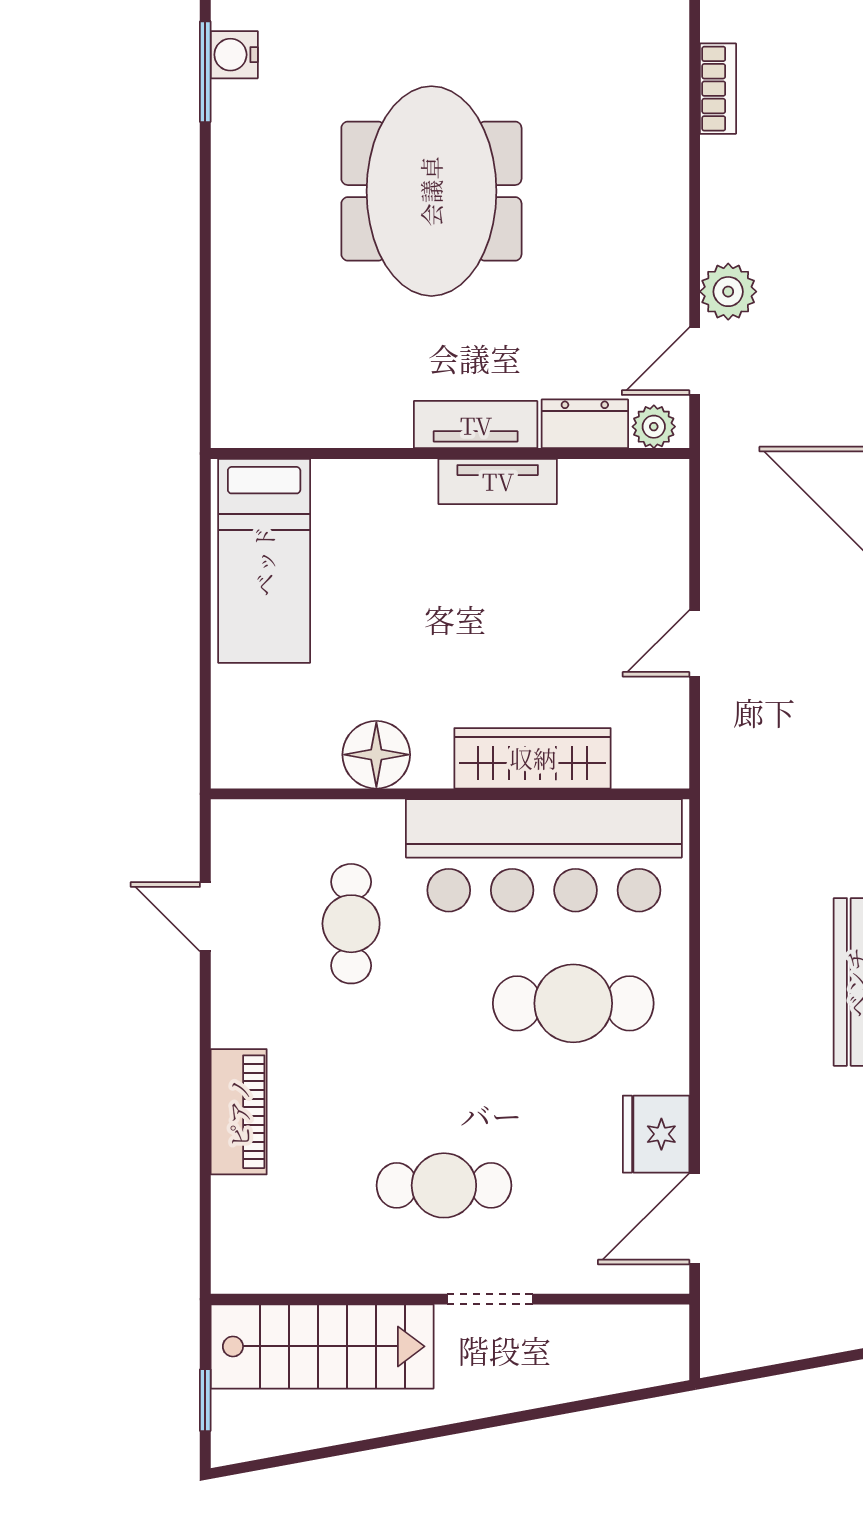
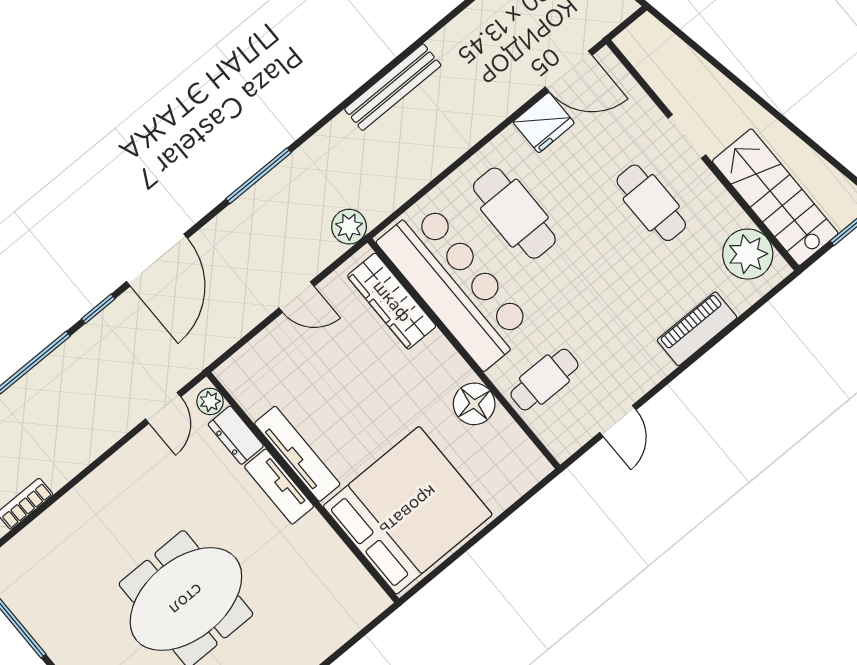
plant: (728, 292) -> (349, 227), moved
door: (695, 361) -> (163, 408), hinge flipped
tv unit: (498, 481) -> (297, 454), width x1.41
bed: (264, 561) -> (408, 510), width x2.04
wardrobe: (533, 758) -> (392, 301), moved
cafe table: (351, 924) -> (544, 380), moved
plant: (279, 1253) -> (748, 254), added

